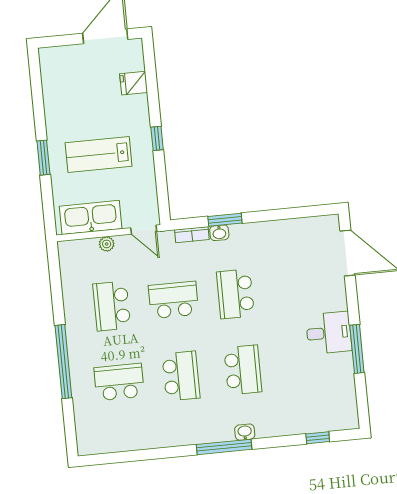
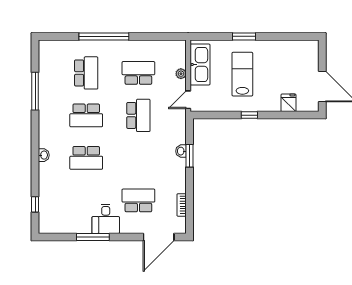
bookcase: (192, 235) -> (182, 205), moved
school desk: (235, 294) -> (138, 200), moved
window: (224, 447) -> (35, 91), moved

